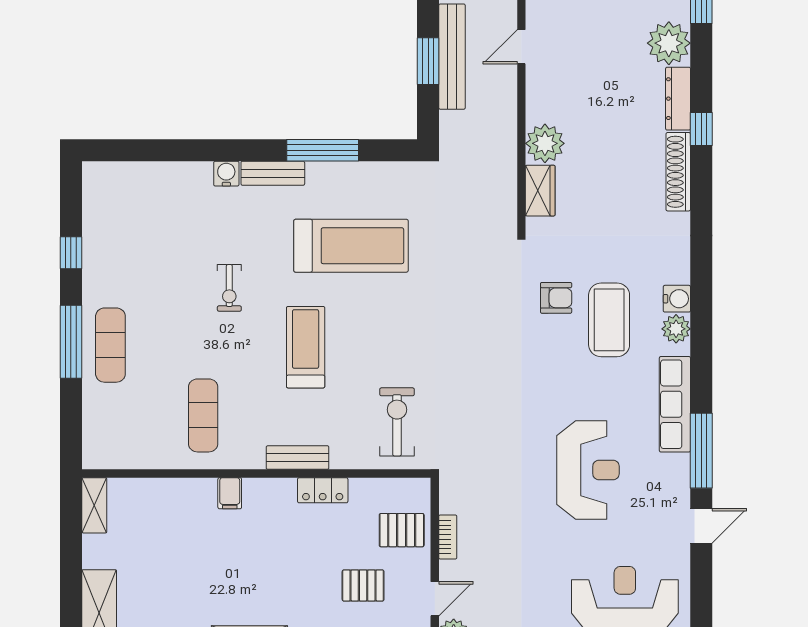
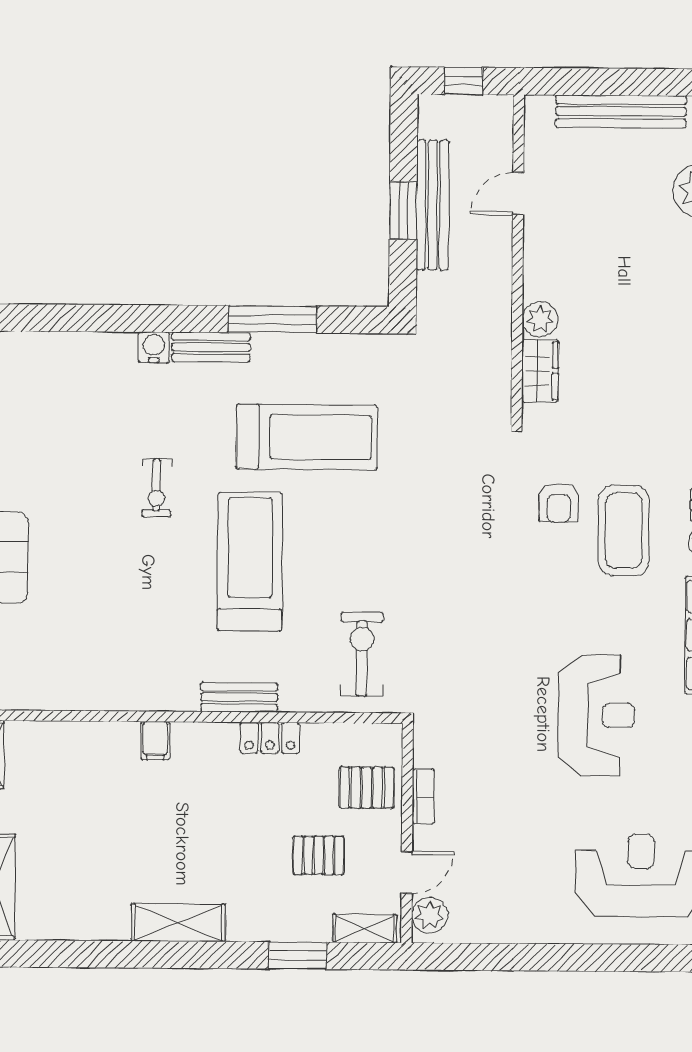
plant: (545, 143) -> (540, 319), width x0.73, depth x0.73
armchair: (556, 298) -> (559, 503), turned 90
treadmill: (306, 347) -> (250, 562), width x1.37, depth x1.37
exercise mat: (203, 415) -> (123, 645), removed

